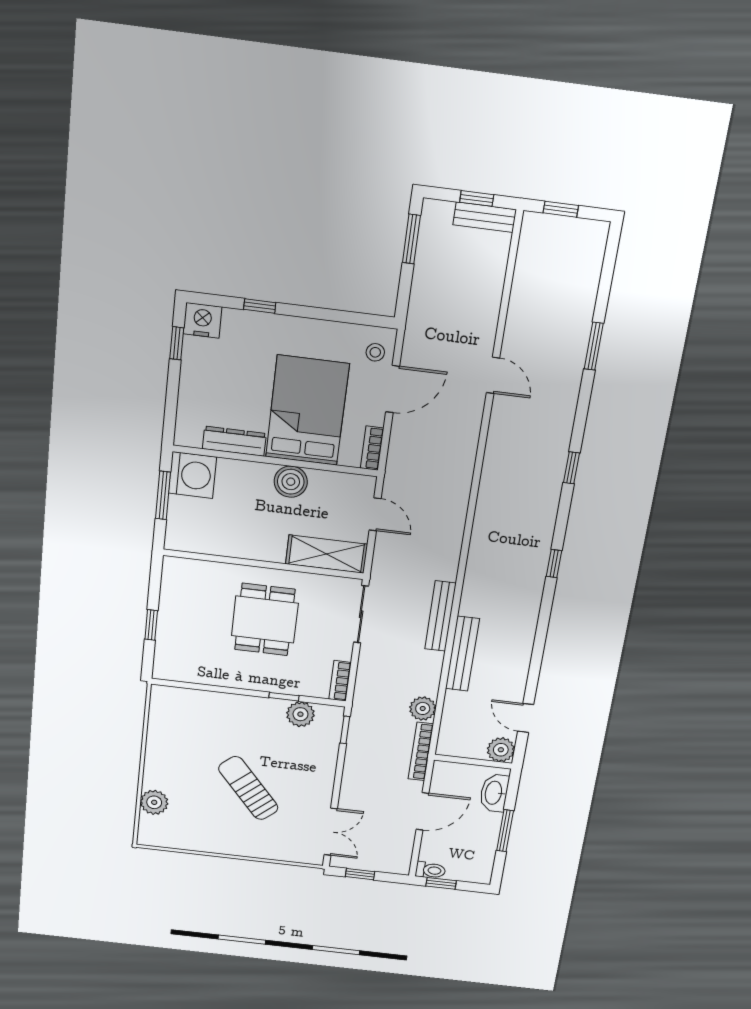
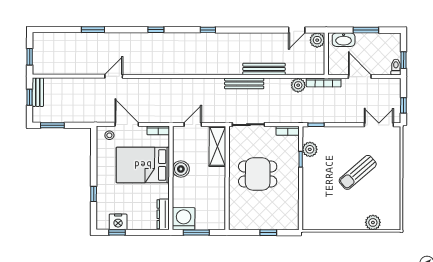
nightstand: (202, 320) -> (118, 222), moved, turned -90
dresser: (234, 441) -> (163, 214), moved

